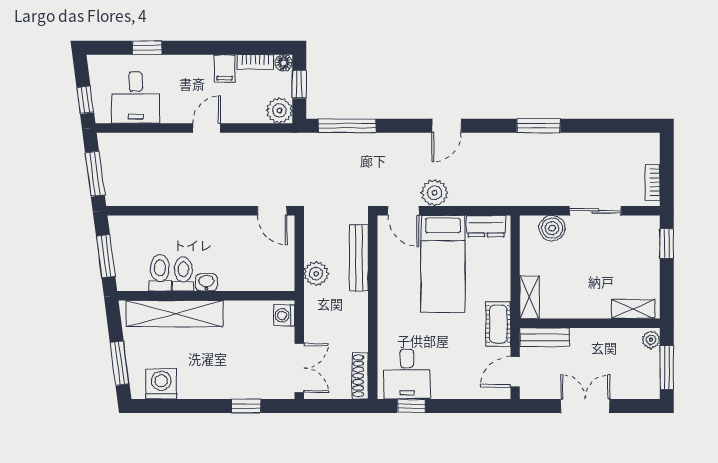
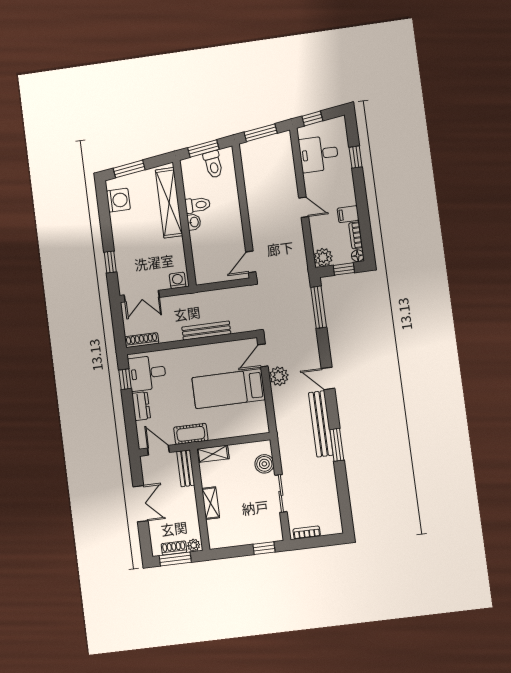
bench: (507, 144) -> (321, 424), added
dresser: (486, 226) -> (141, 406), moved, turned 180
bench: (359, 258) -> (206, 331), moved
toilet: (160, 273) -> (213, 164), moved, turned 83
plant: (316, 274) -> (210, 299), removed
shelving: (633, 309) -> (211, 503), moved
shoe rack: (652, 367) -> (174, 548), added

